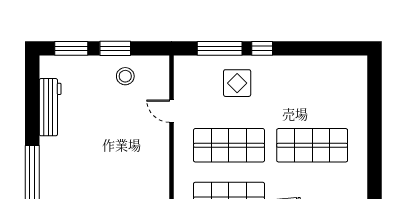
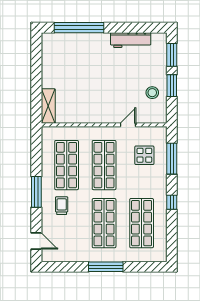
window: (262, 48) -> (172, 202), moved
display table: (237, 83) -> (144, 155), moved
shop shelf: (312, 92) -> (142, 223), added
window: (375, 143) -> (106, 267), added

